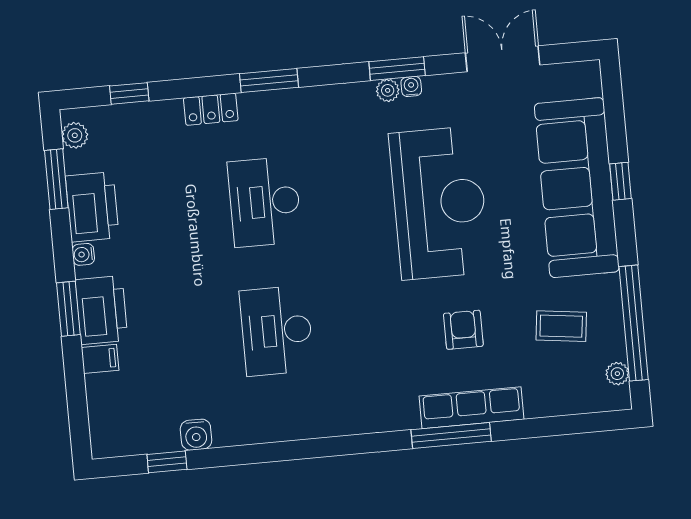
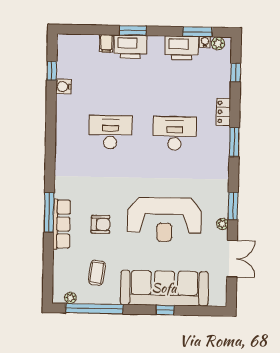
water cooler: (411, 86) -> (223, 212), removed
plant: (388, 90) -> (222, 224), moved
water cooler: (83, 254) -> (205, 42), moved

